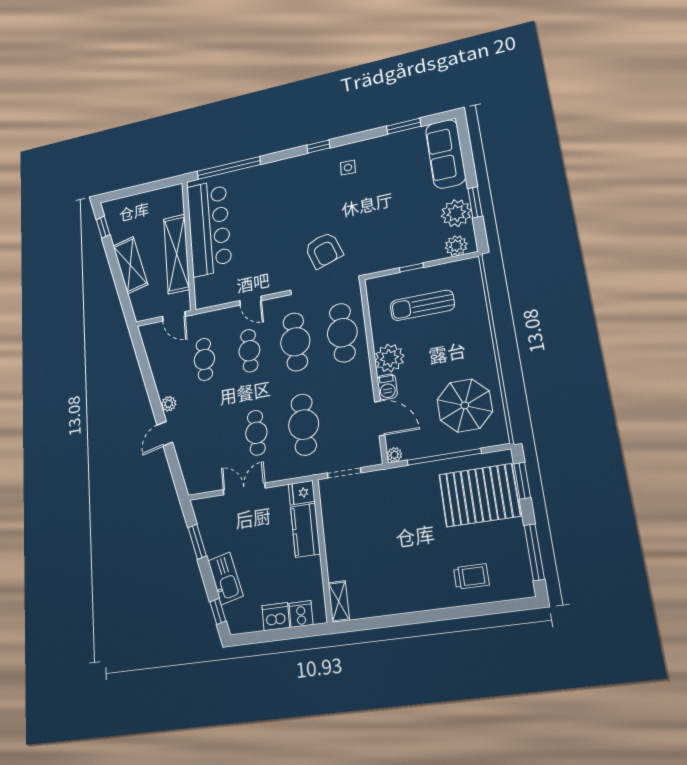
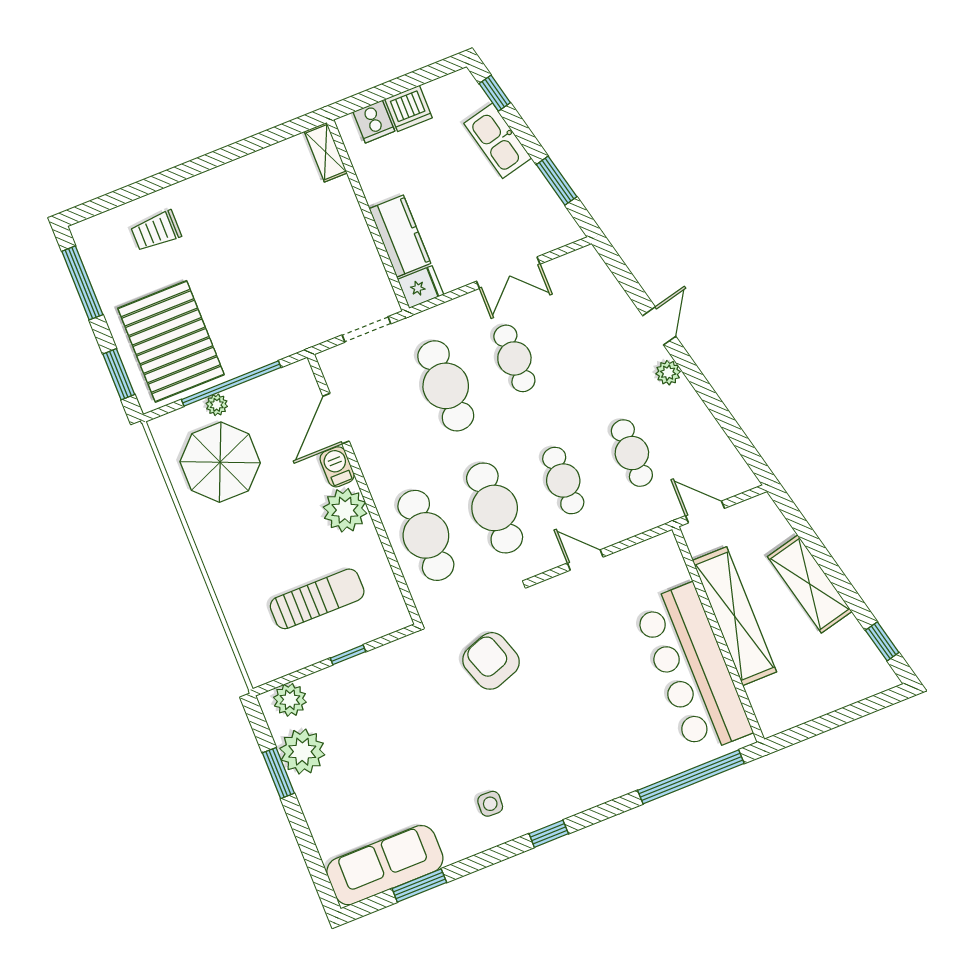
sofa: (446, 154) -> (385, 865), moved, turned -90
door: (380, 418) -> (336, 419), hinge flipped
plant: (394, 455) -> (217, 405), moved
pallet: (479, 495) -> (171, 341), turned 90

